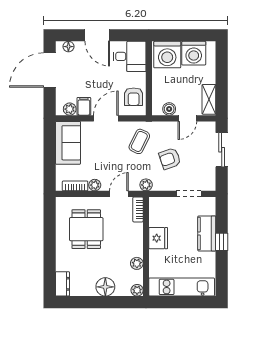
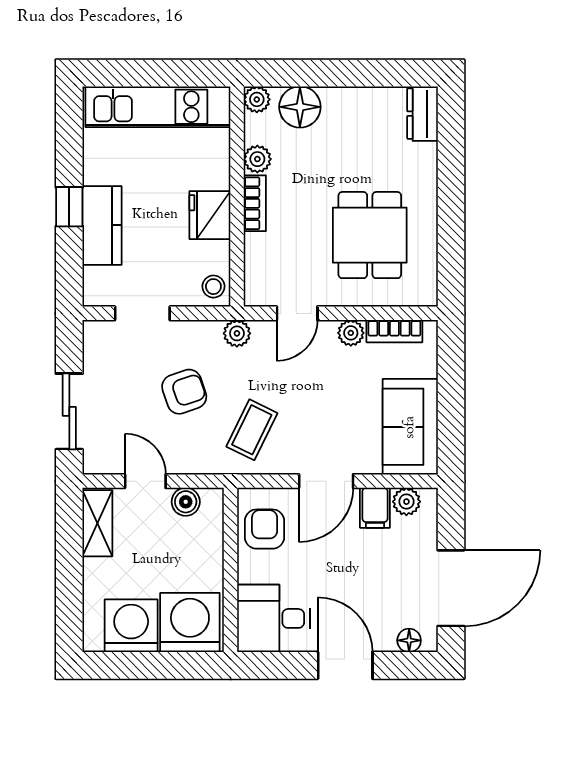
door: (187, 118) -> (145, 481), hinge flipped
stool: (157, 206) -> (213, 287), added
bookcase: (138, 209) -> (255, 203), moved
floor lamp: (105, 287) -> (300, 107), moved

